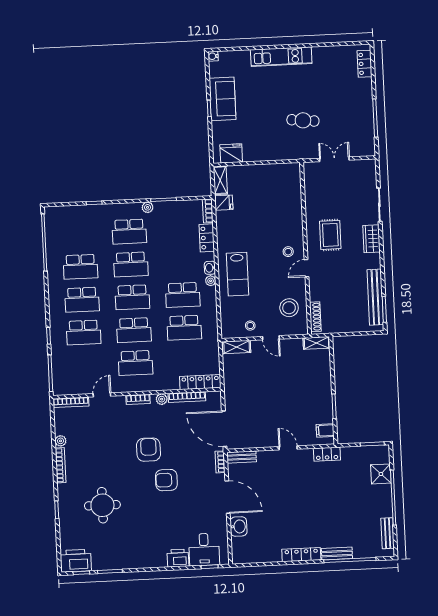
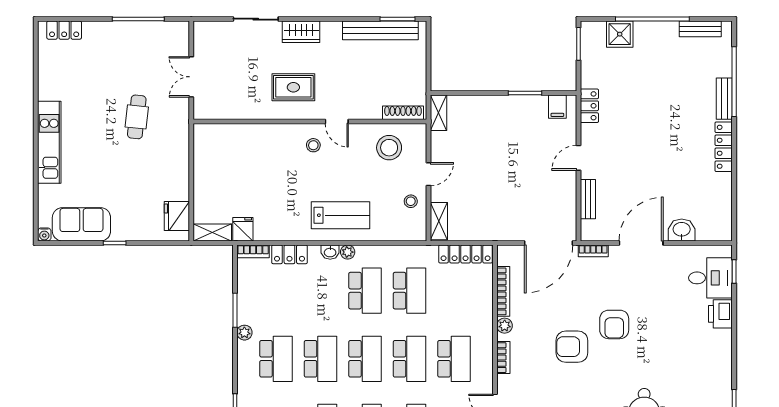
sofa: (222, 99) -> (81, 224), moved
locker: (200, 382) -> (466, 254), moved, turned -90
bench: (242, 457) -> (588, 199), moved

